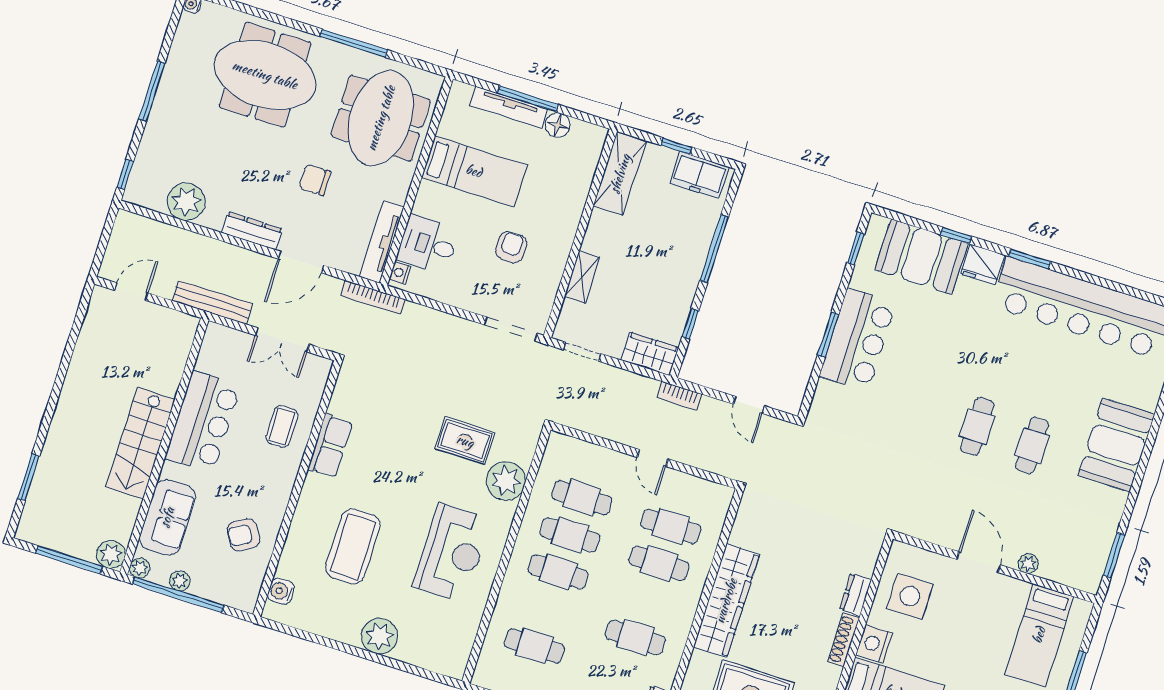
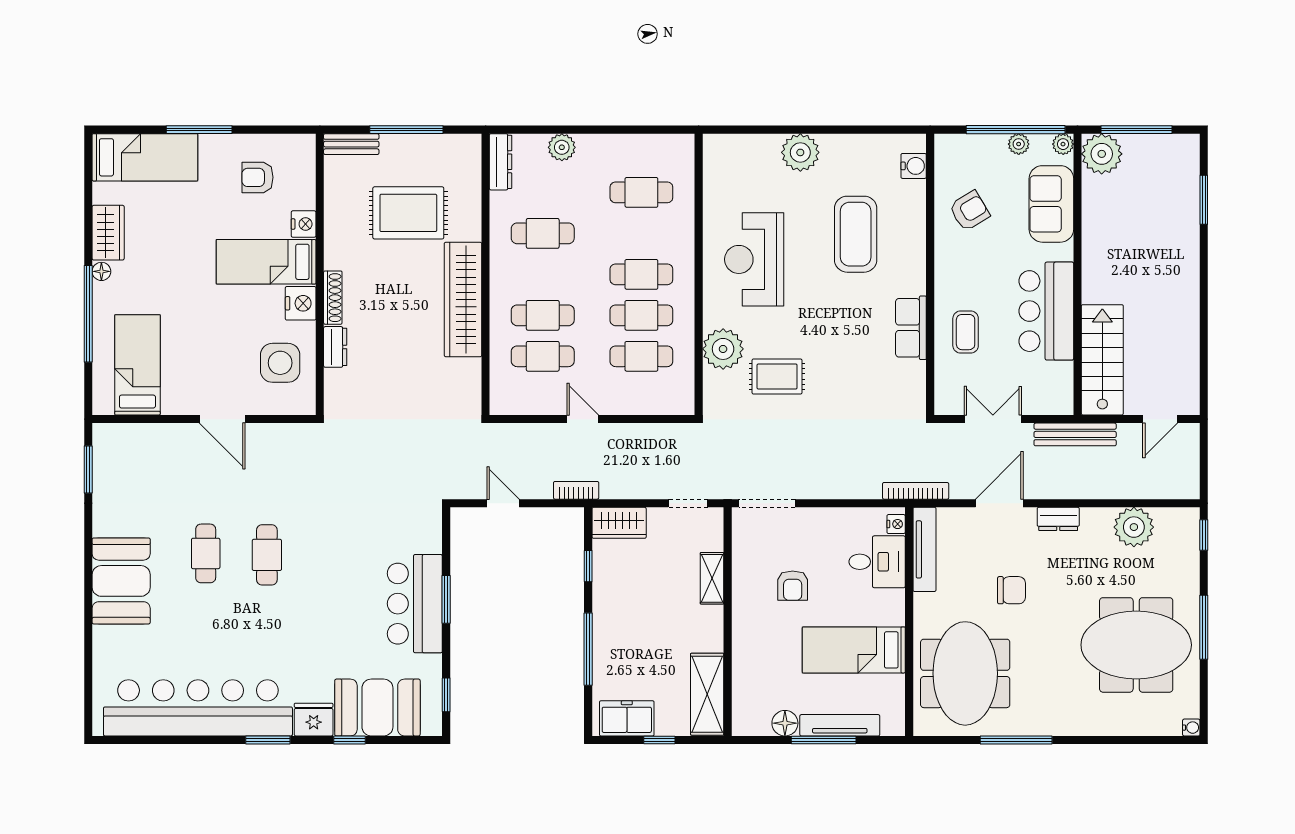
meeting table: (265, 75) -> (1136, 645), moved
dresser: (252, 231) -> (1058, 519), width x0.70
stairs: (140, 443) -> (1102, 360), moved
plant: (111, 554) -> (1102, 154), width x1.36, depth x1.36
plant: (1028, 564) -> (172, 434), removed

